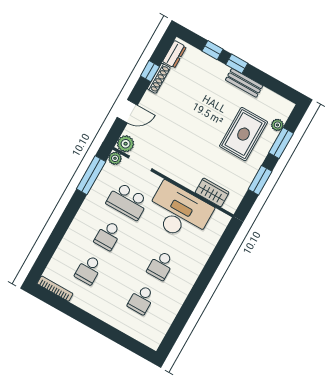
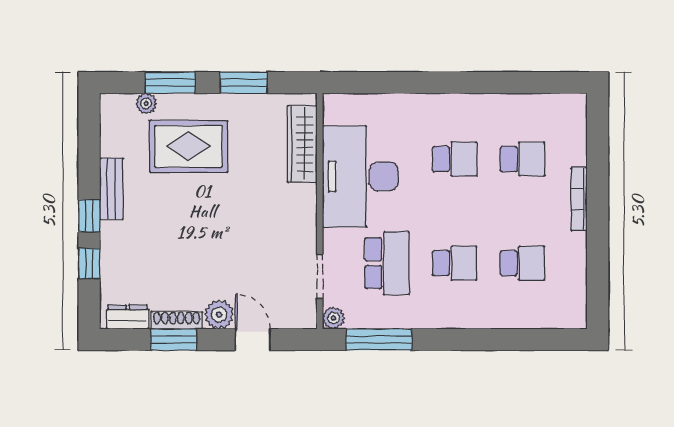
window: (150, 71) -> (174, 340), width x1.50
plant: (126, 144) -> (219, 315), moved
wardrobe: (212, 192) -> (302, 144), width x1.50
bookcase: (55, 289) -> (579, 199), moved

